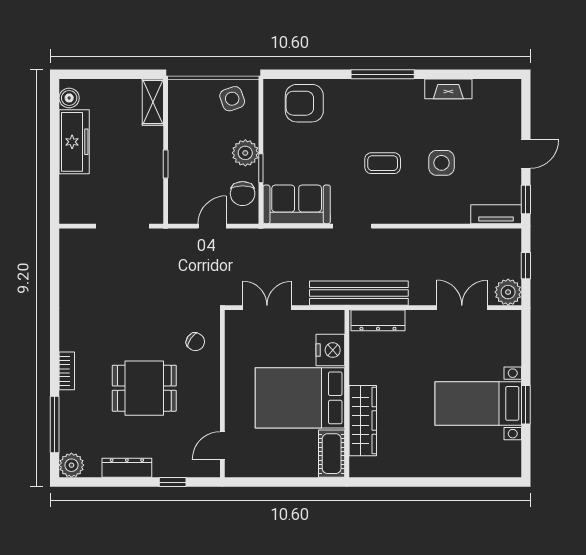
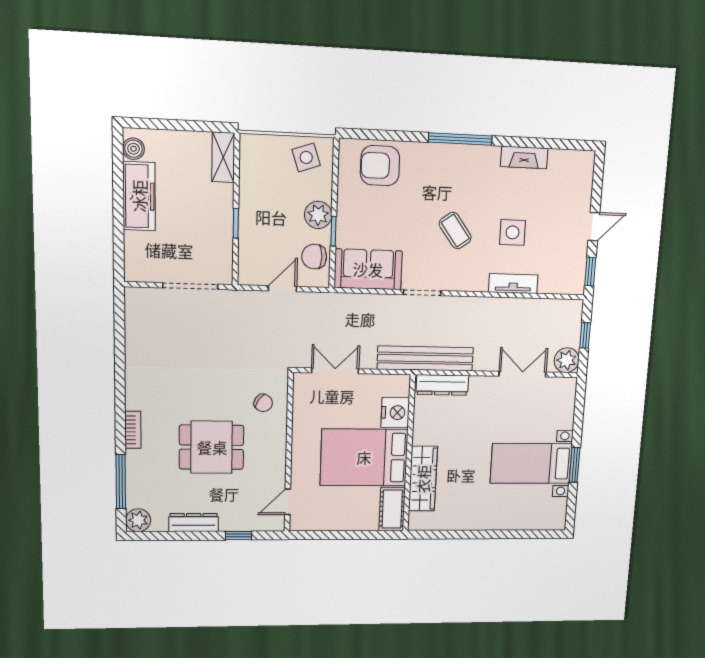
coffee table: (383, 163) -> (455, 231), turned 54
chair: (243, 194) -> (314, 257), turned 90
tv unit: (496, 214) -> (513, 283), moved

